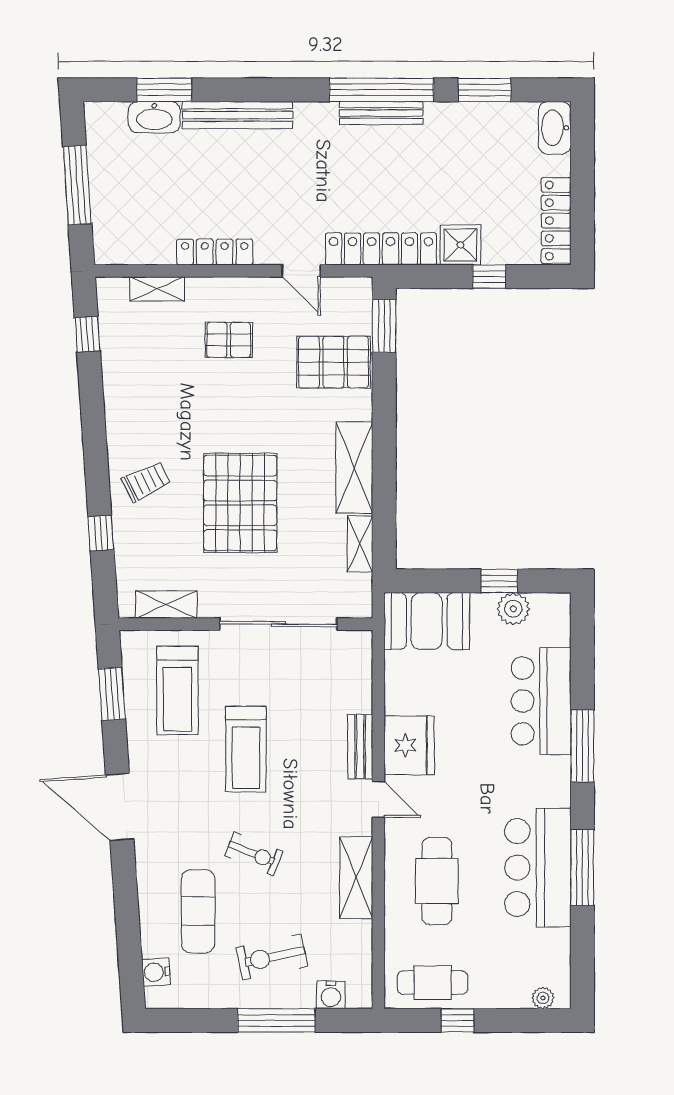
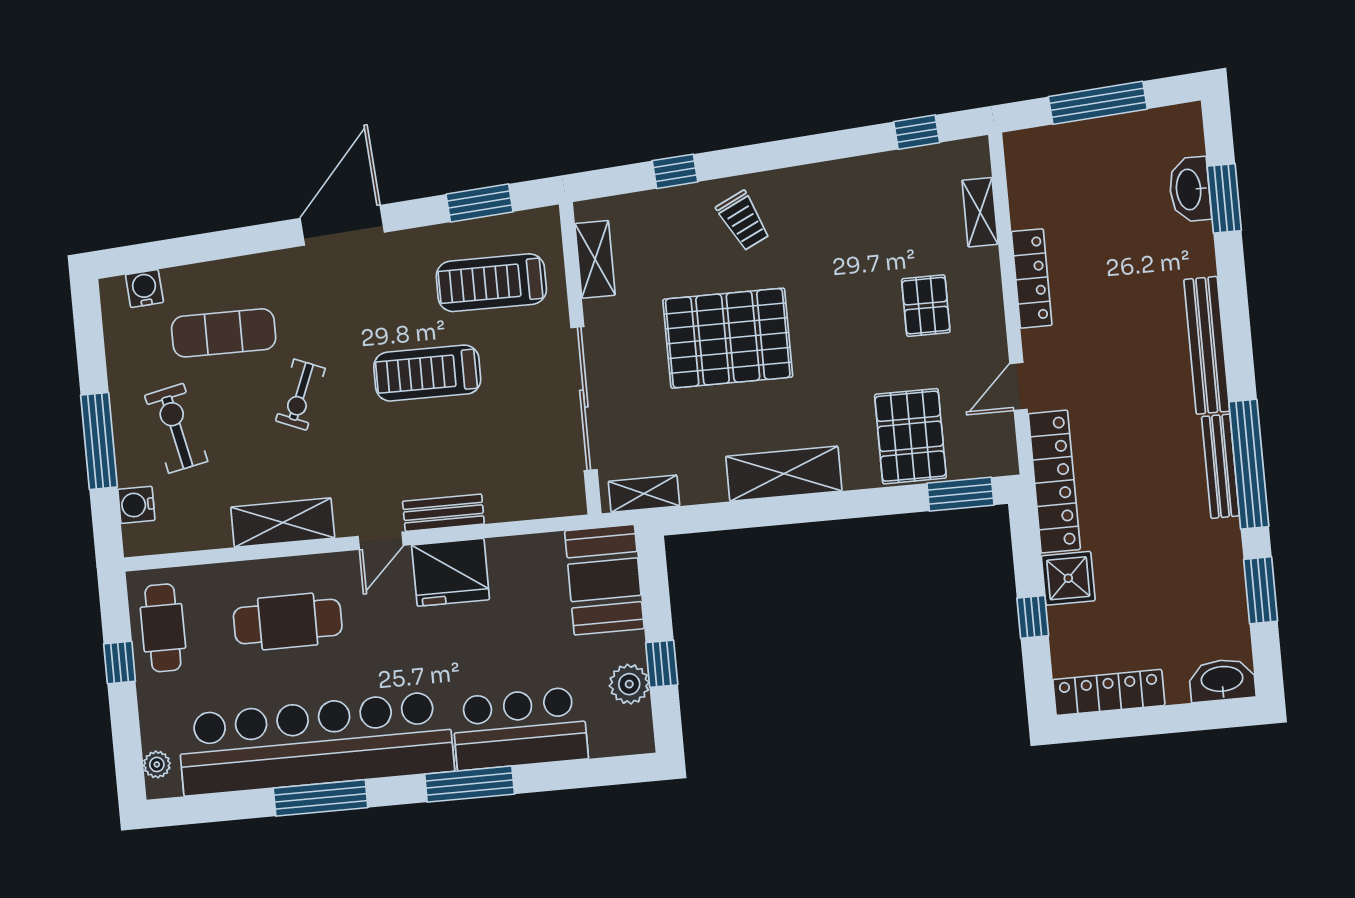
bench: (238, 115) -> (1207, 345), moved
shelving: (360, 544) -> (644, 494), moved
bar counter: (538, 867) -> (316, 743), width x1.86

